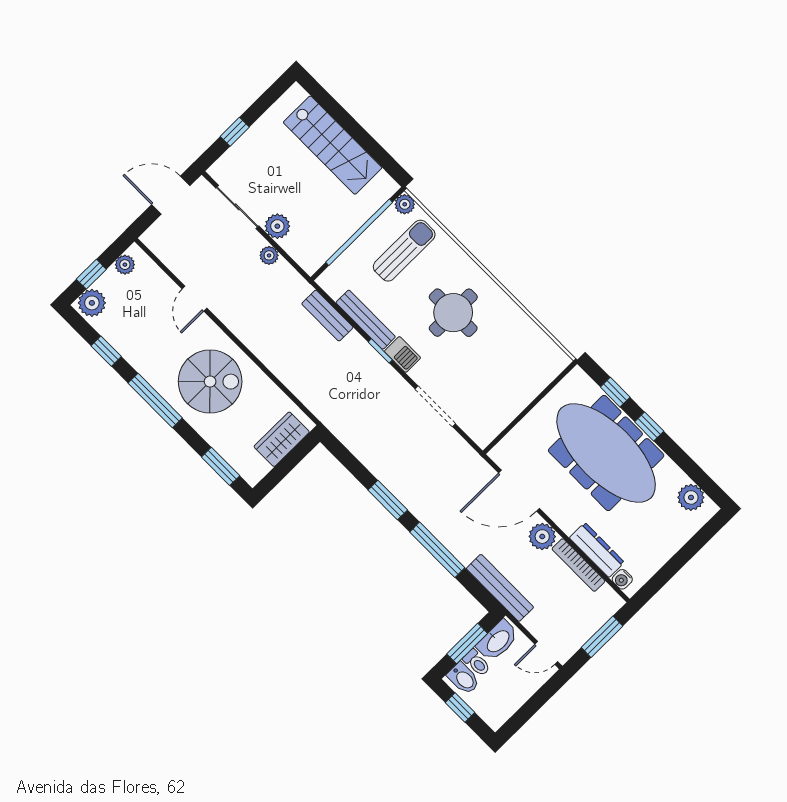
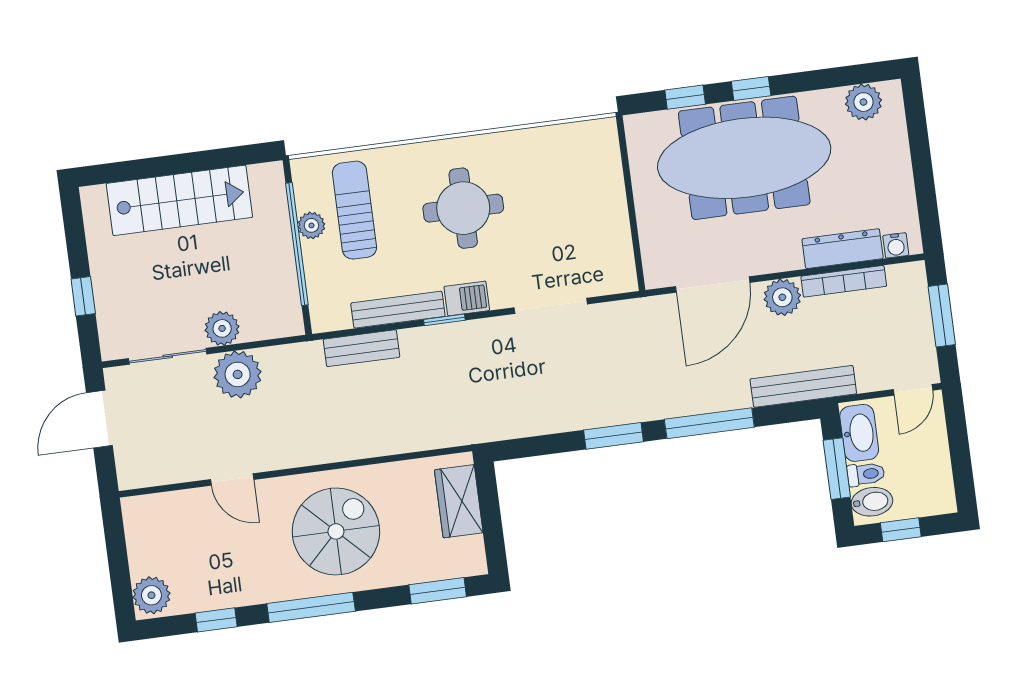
plant: (405, 204) -> (311, 225), moved
plant: (269, 255) -> (238, 374), width x1.88, depth x1.88
plant: (125, 265) -> (137, 527), removed
window: (91, 274) -> (119, 572), removed

